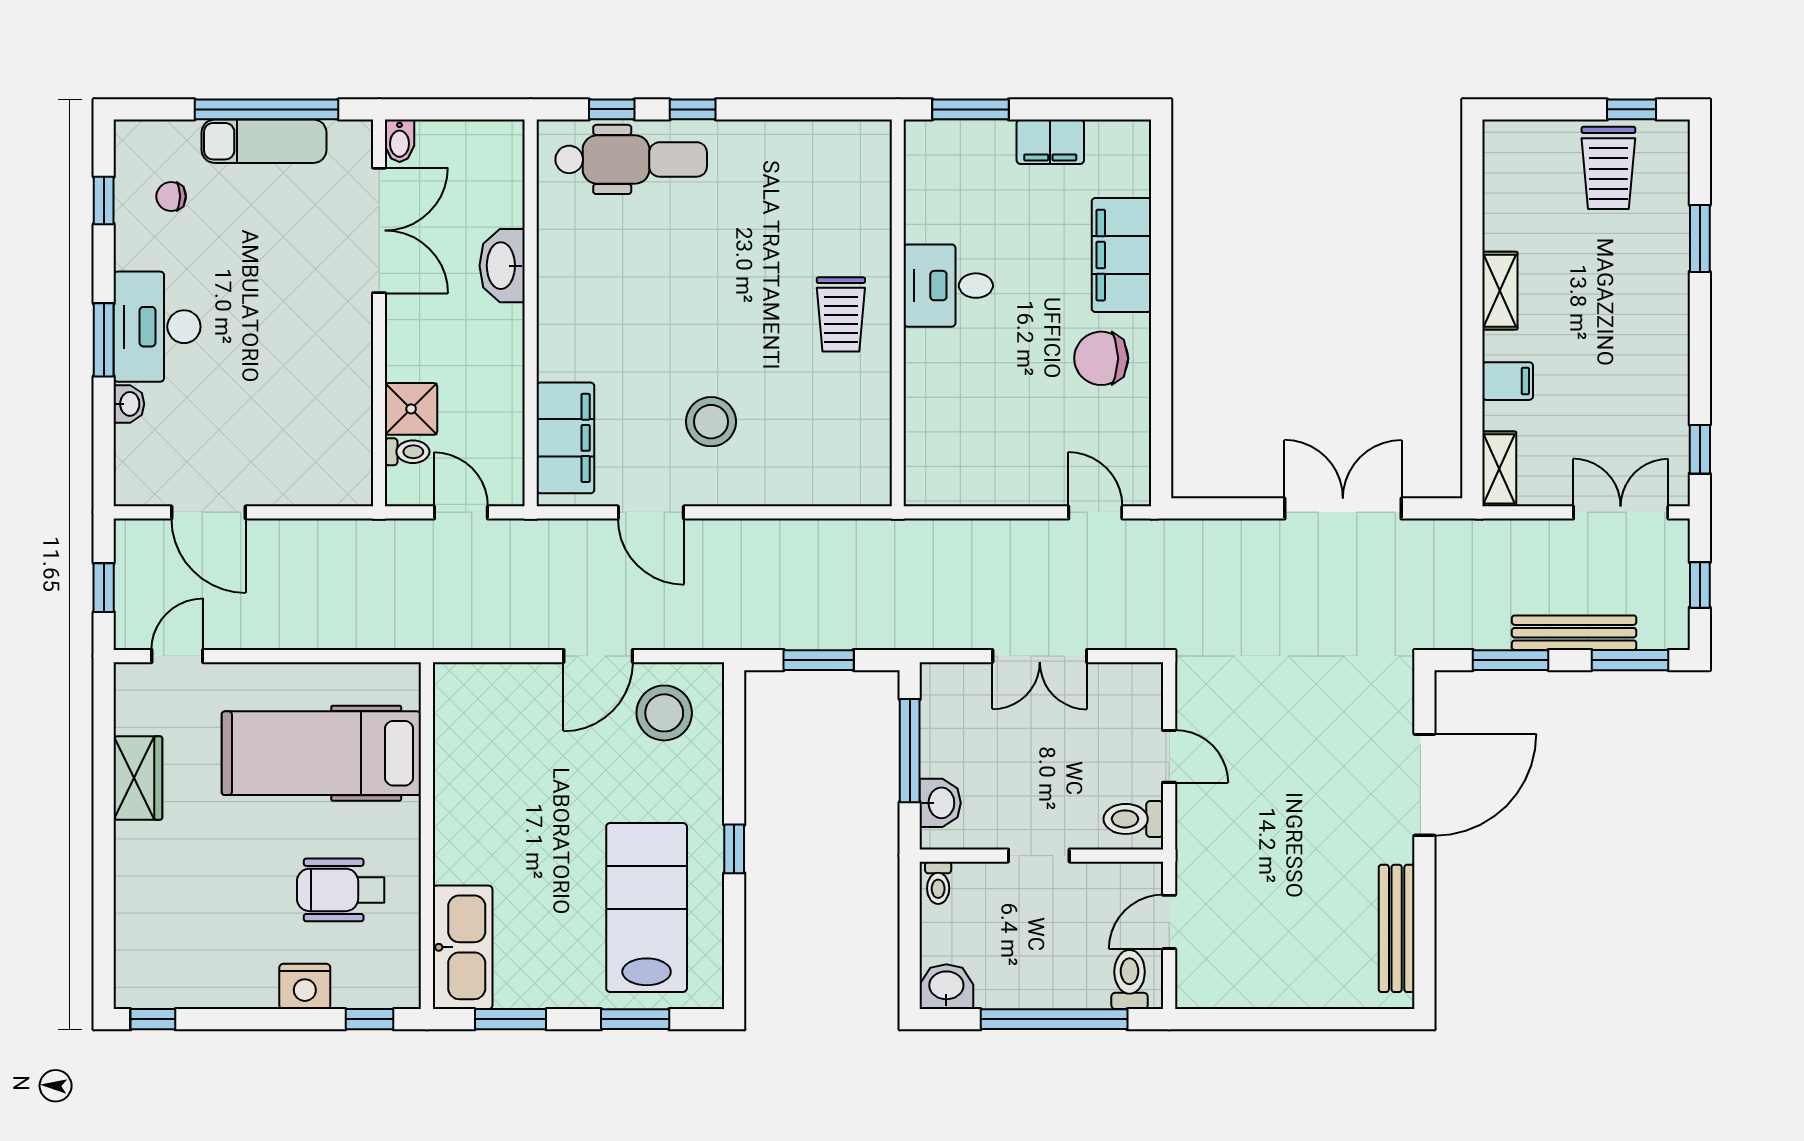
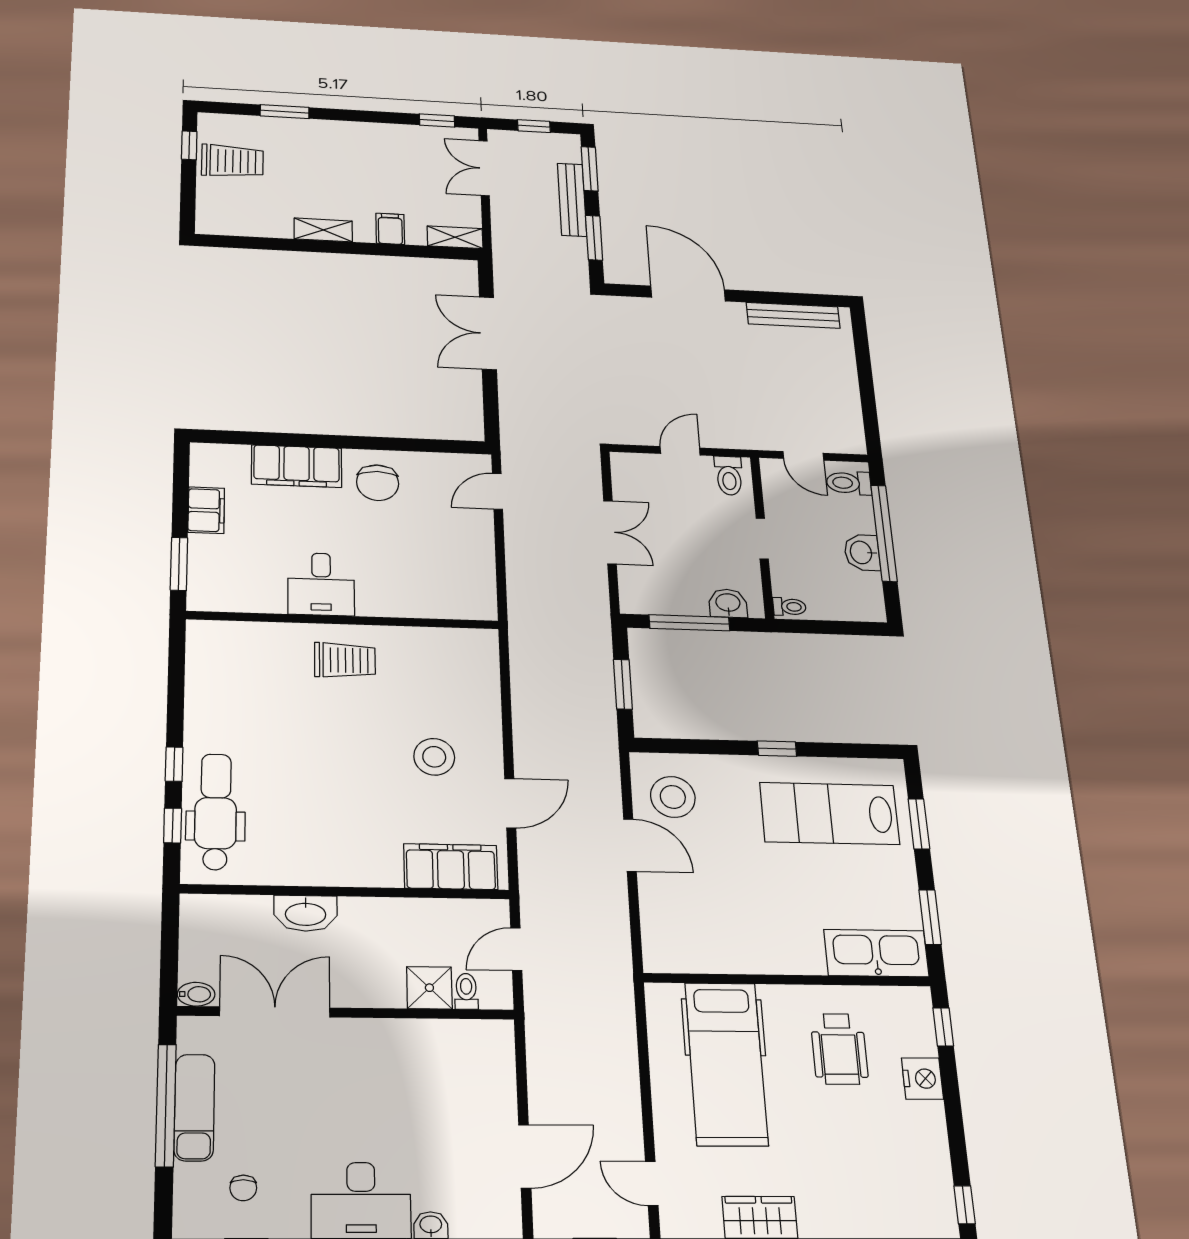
washbasin: (946, 987) -> (862, 552), moved

